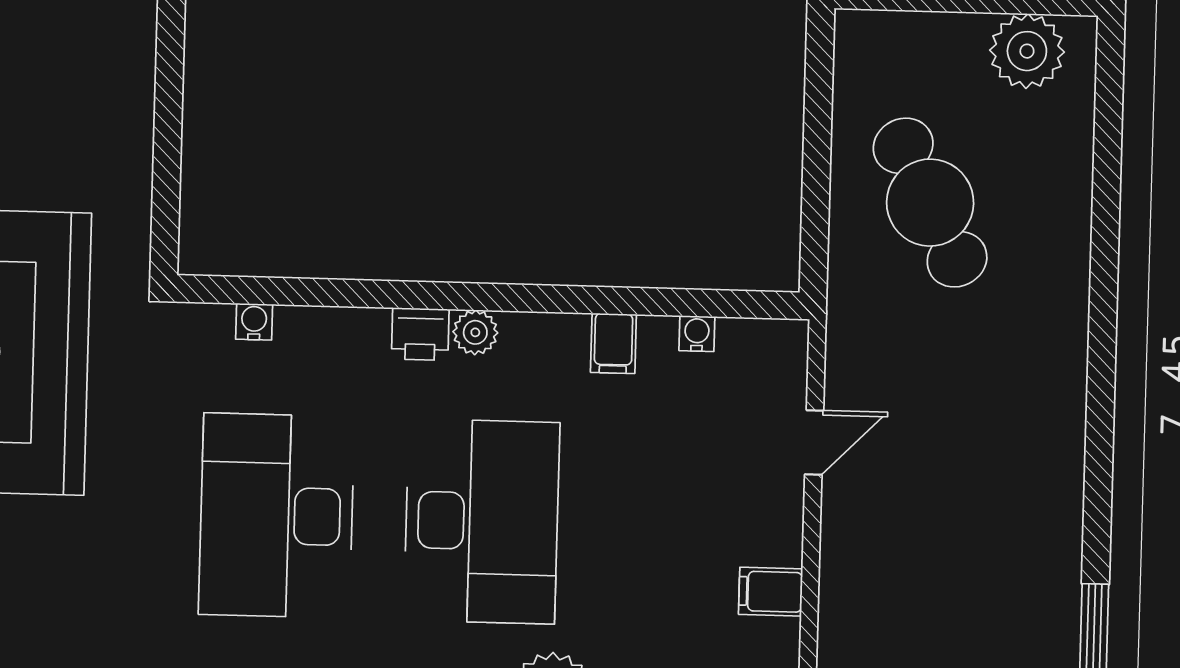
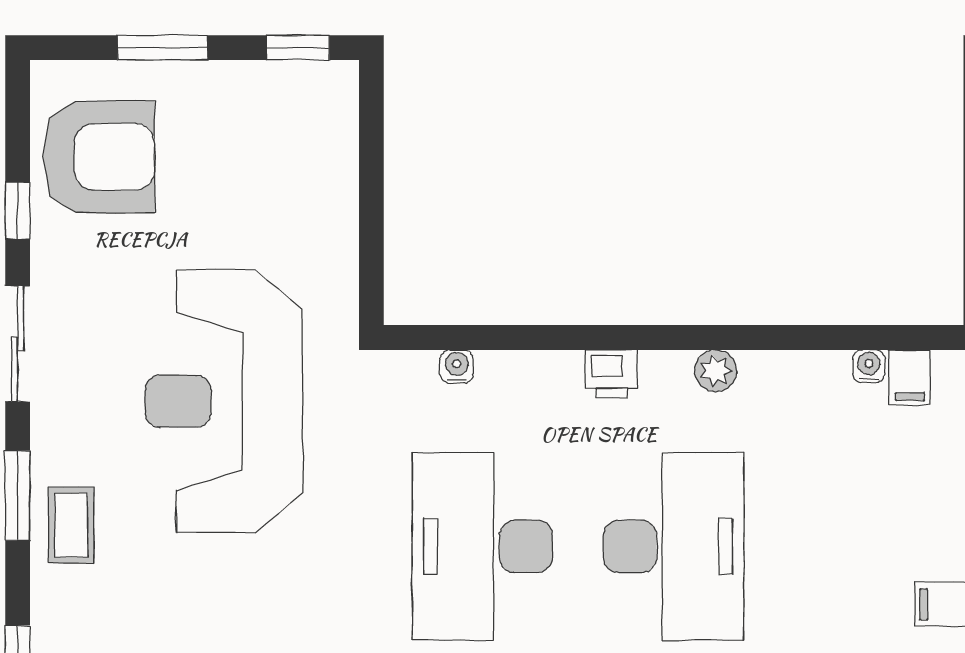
plant: (475, 332) -> (716, 371), moved
filing cabinet: (613, 343) -> (910, 377), moved

